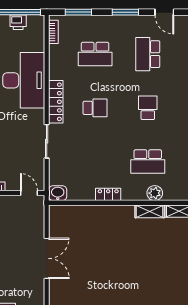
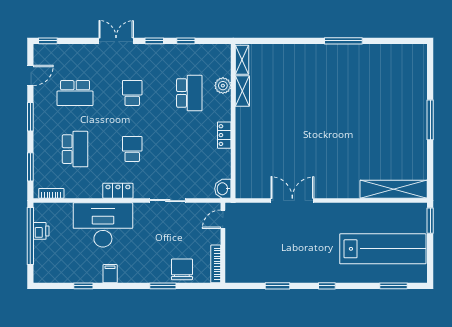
locker: (56, 102) -> (118, 191), width x0.66
school desk: (148, 108) -> (132, 93), turned 90

